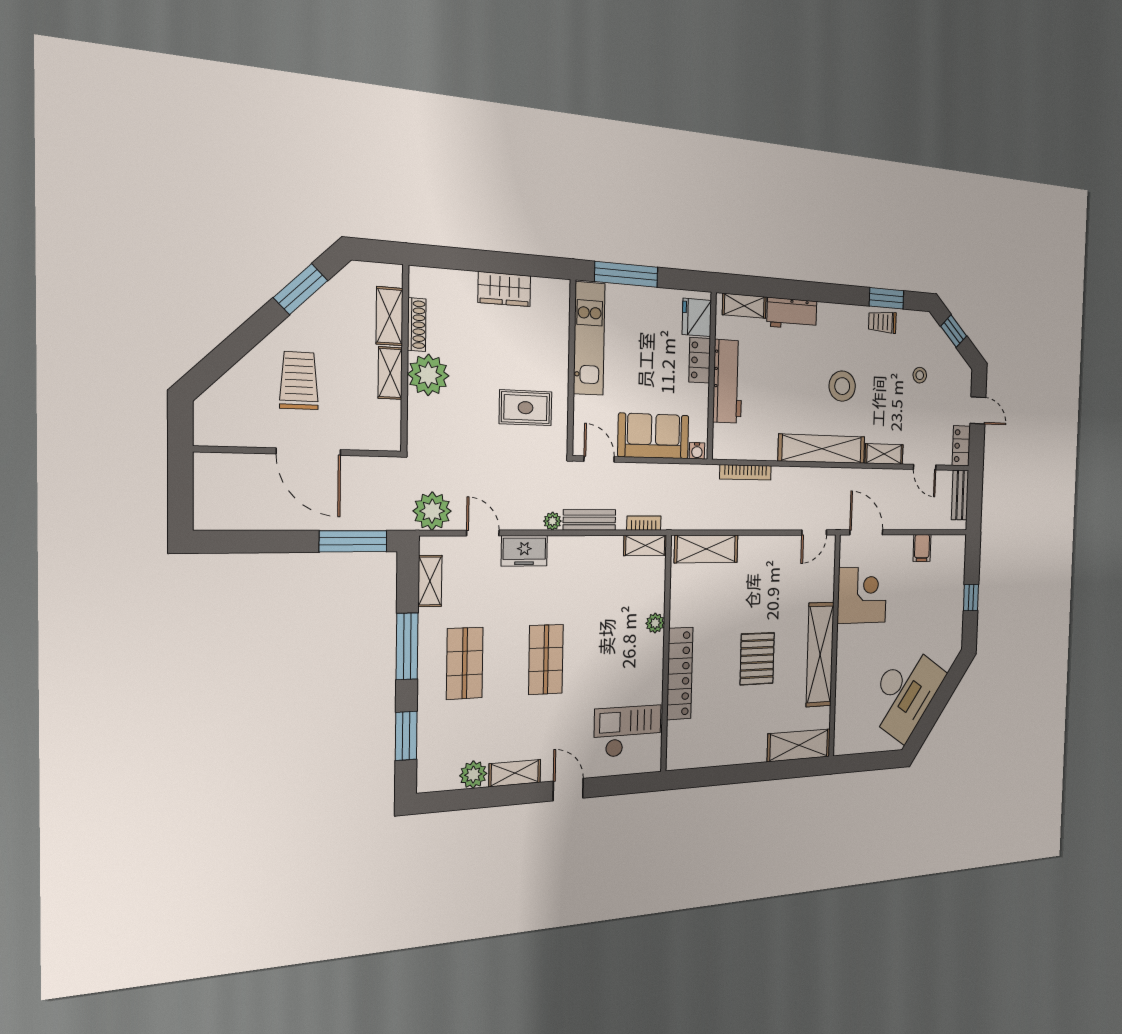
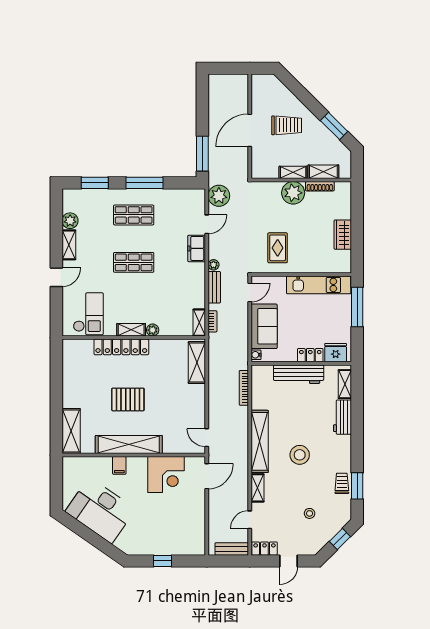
filing cabinet: (922, 548) -> (119, 465), moved, turned -90
shelving: (430, 581) -> (131, 330), moved

